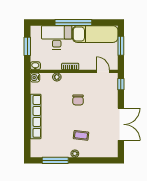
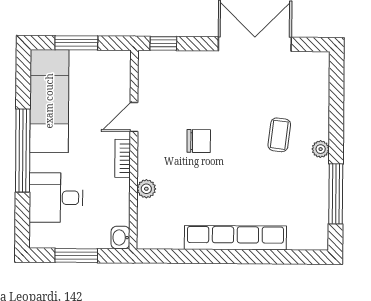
desk: (57, 37) -> (56, 198), width x0.73
door: (103, 71) -> (134, 117), moved
water cooler: (35, 78) -> (147, 239), removed

